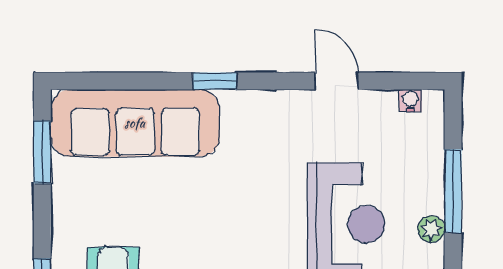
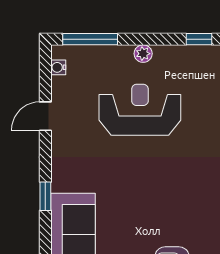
window: (453, 191) -> (90, 39), moved

